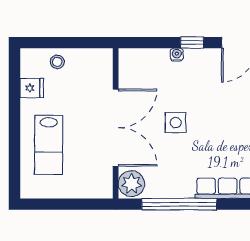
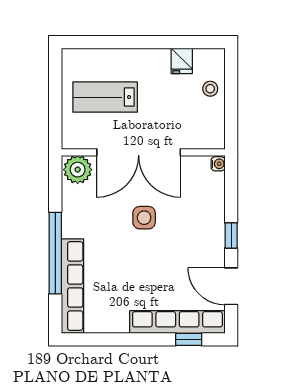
water cooler: (177, 55) -> (218, 164), moved
lab bench: (49, 145) -> (105, 97), moved
window: (179, 204) -> (55, 253), moved

